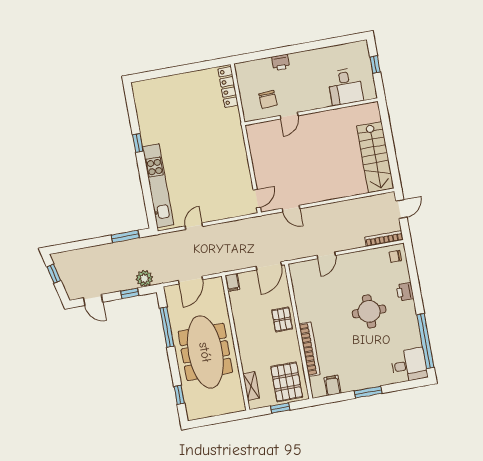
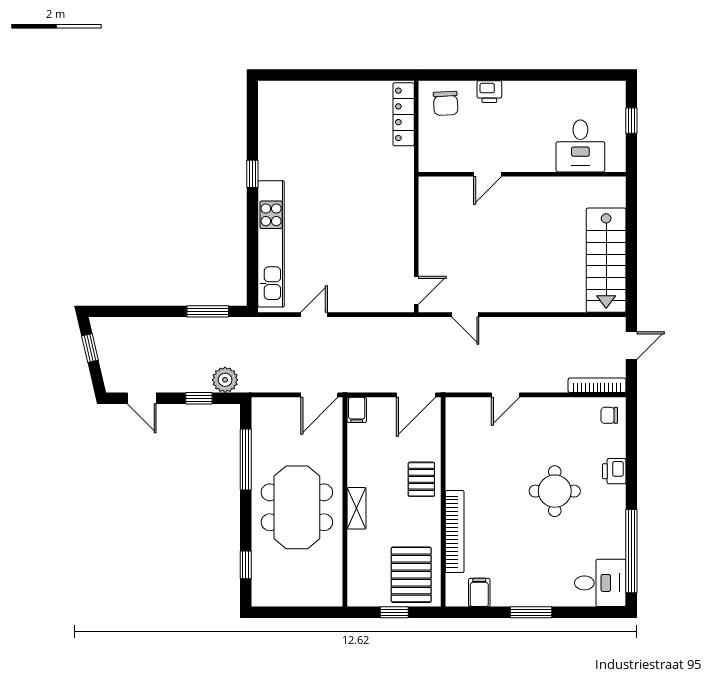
chair: (268, 99) -> (446, 103), moved
door: (190, 280) -> (319, 395), moved
meeting table: (205, 352) -> (297, 507), width x0.73
shelving: (251, 386) -> (357, 508), moved

